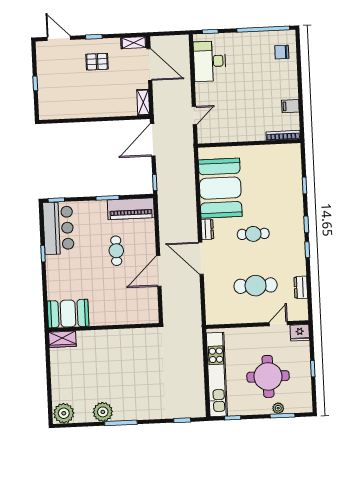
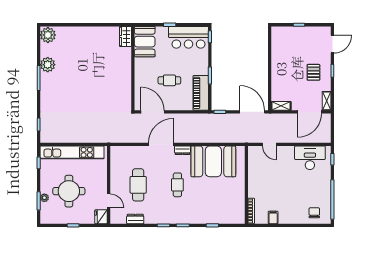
booth: (68, 314) -> (145, 42), moved
wall: (104, 328) -> (133, 68), moved
wardrobe: (62, 339) -> (125, 36), moved

